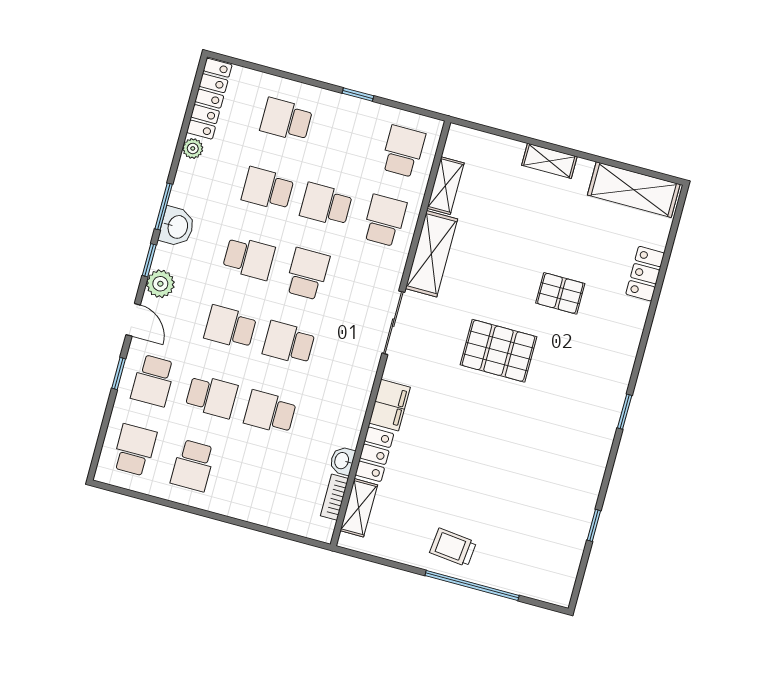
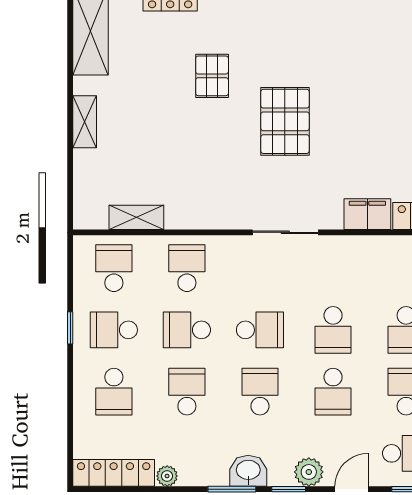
school desk: (345, 135) -> (114, 330), added
school desk: (403, 151) -> (114, 268), turned 90
school desk: (268, 189) -> (187, 392), turned 180
school desk: (326, 205) -> (187, 330), turned 90
school desk: (384, 220) -> (187, 268), turned 90
shelving: (431, 254) -> (207, 213), removed
school desk: (307, 274) -> (260, 330), turned 180

